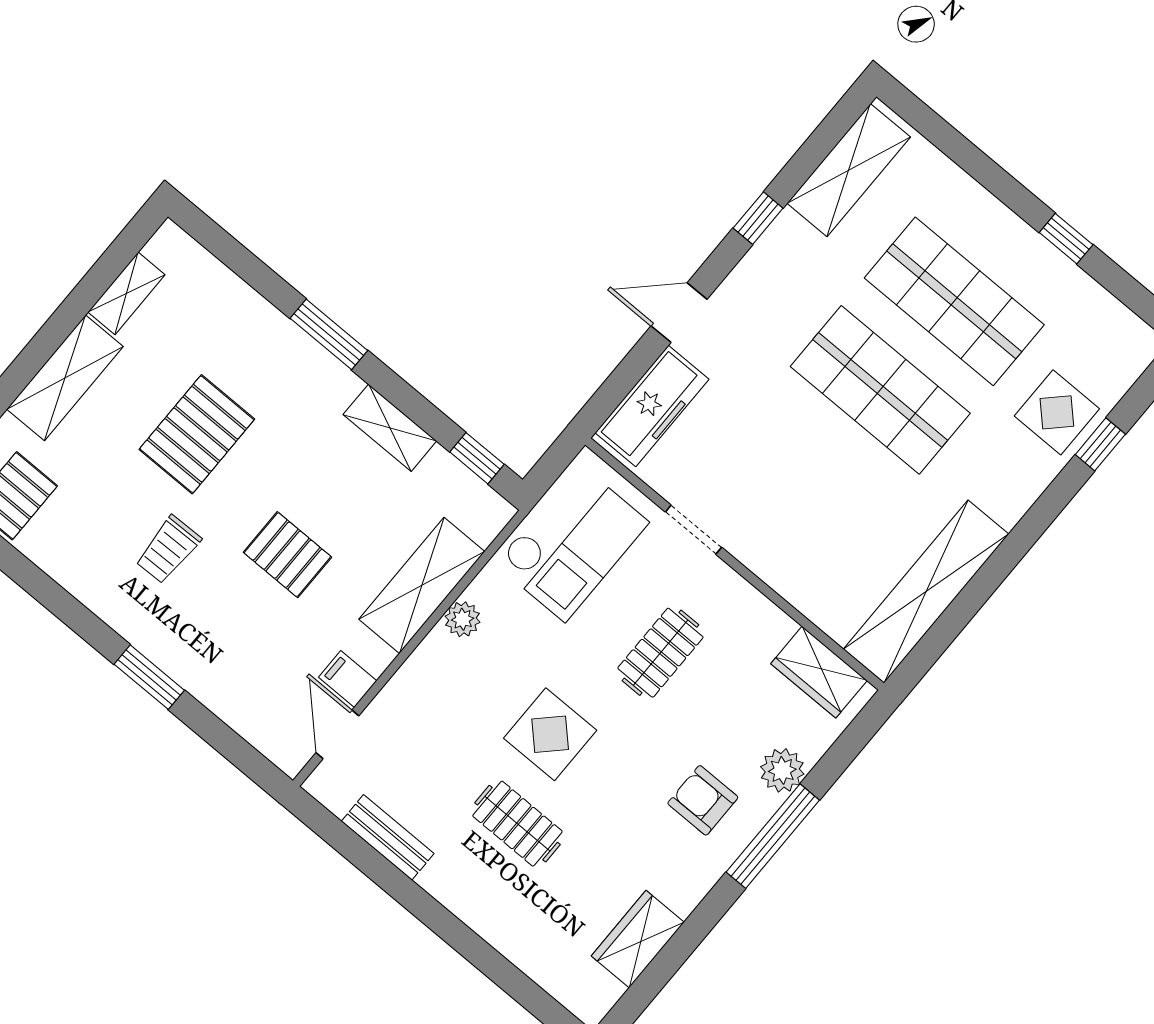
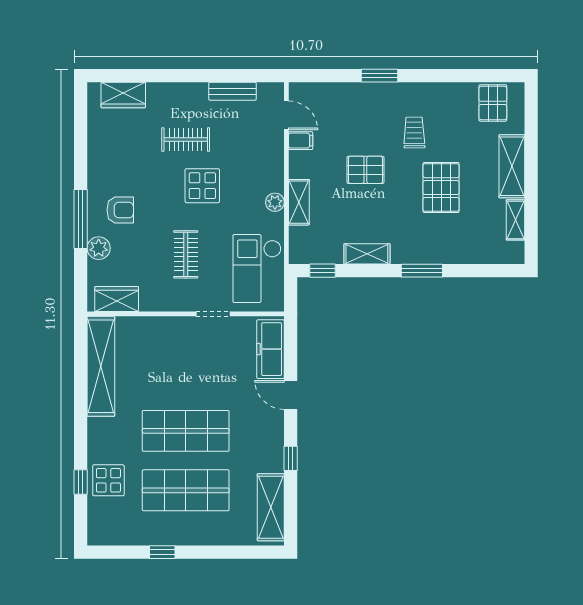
door: (679, 313) -> (291, 395), swing flipped
shelving: (422, 585) -> (299, 202), width x0.67, depth x0.75
wardrobe: (638, 939) -> (123, 95), moved, turned 90

